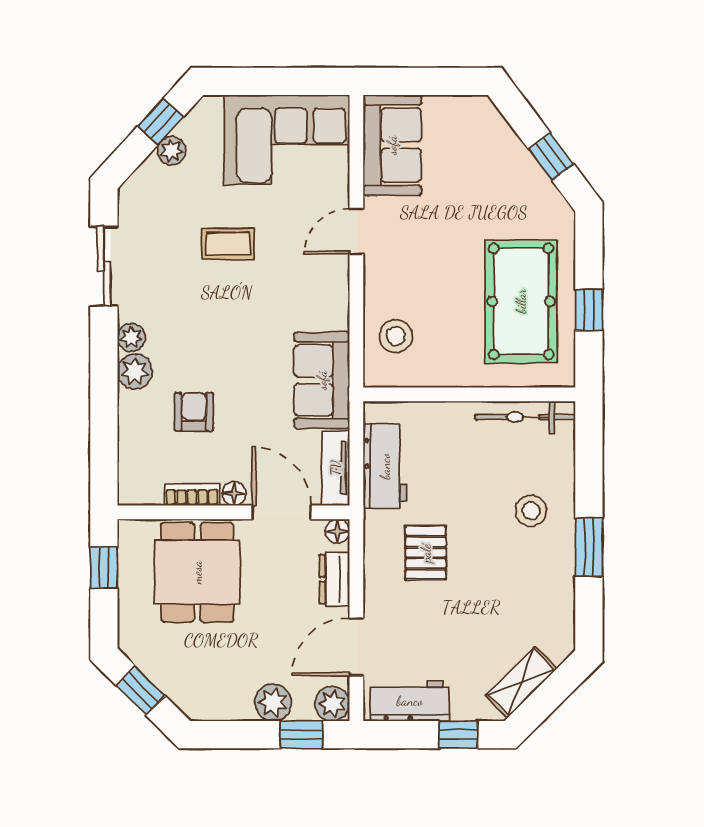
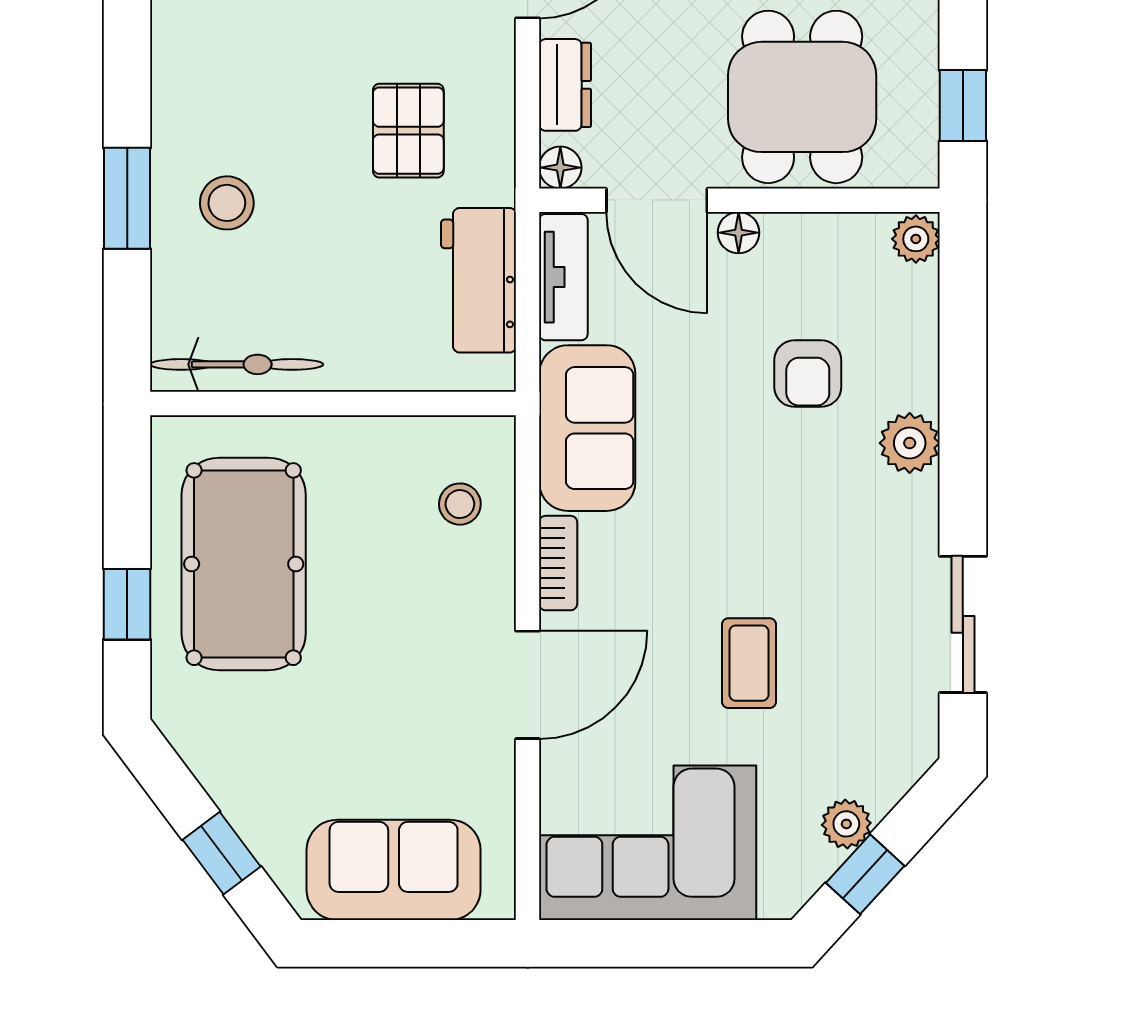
sofa: (392, 145) -> (394, 870), moved, turned 90
window: (551, 156) -> (222, 853), moved
door: (356, 231) -> (528, 685), width x1.38
coffee table: (228, 244) -> (749, 663), turned 90
window: (589, 310) -> (127, 604), moved
stool: (396, 336) -> (460, 504), width x0.73, depth x0.73
plant: (131, 338) -> (916, 239), moved
bookcase: (192, 495) -> (558, 563), moved, turned -90
window: (589, 547) -> (127, 198), moved

